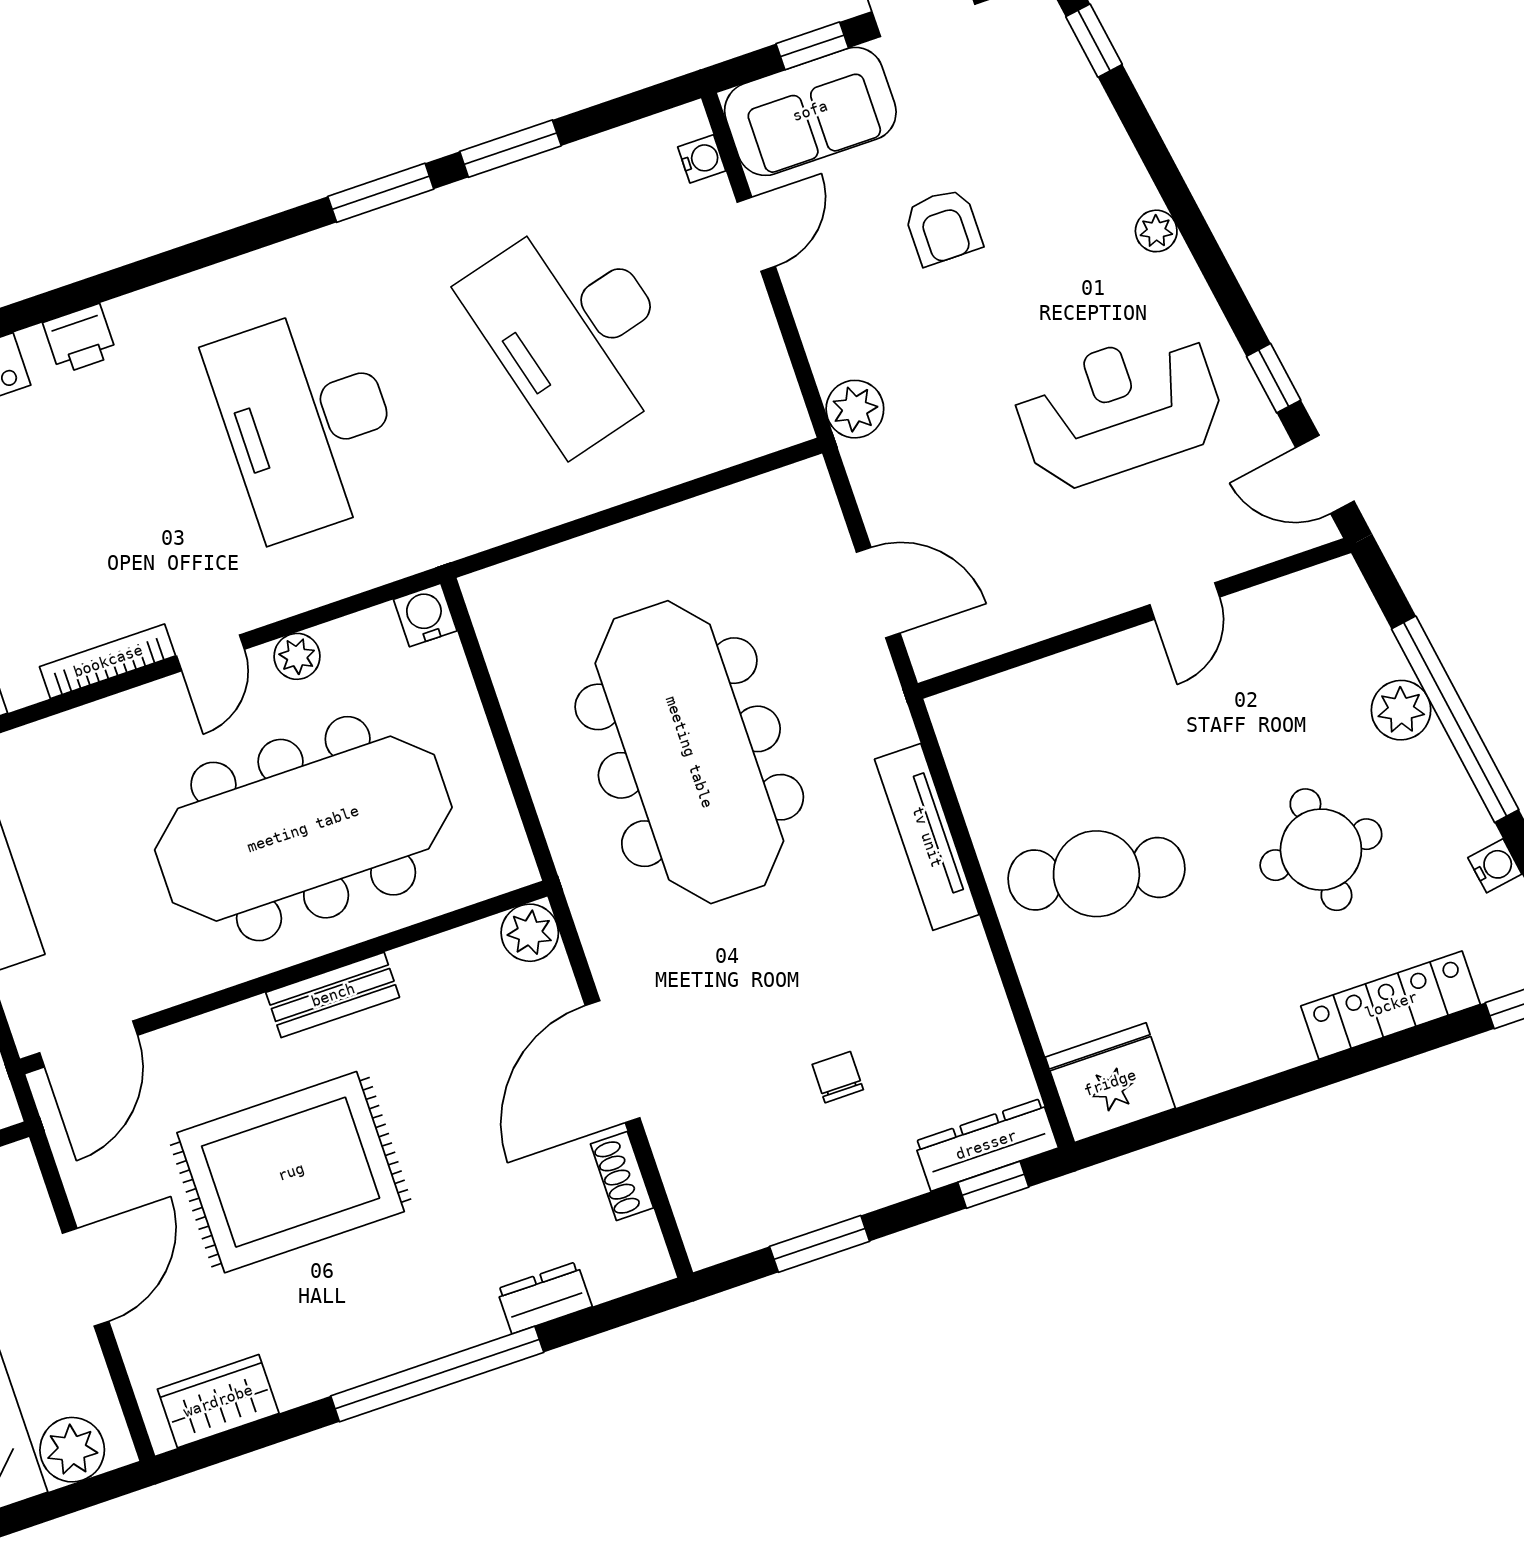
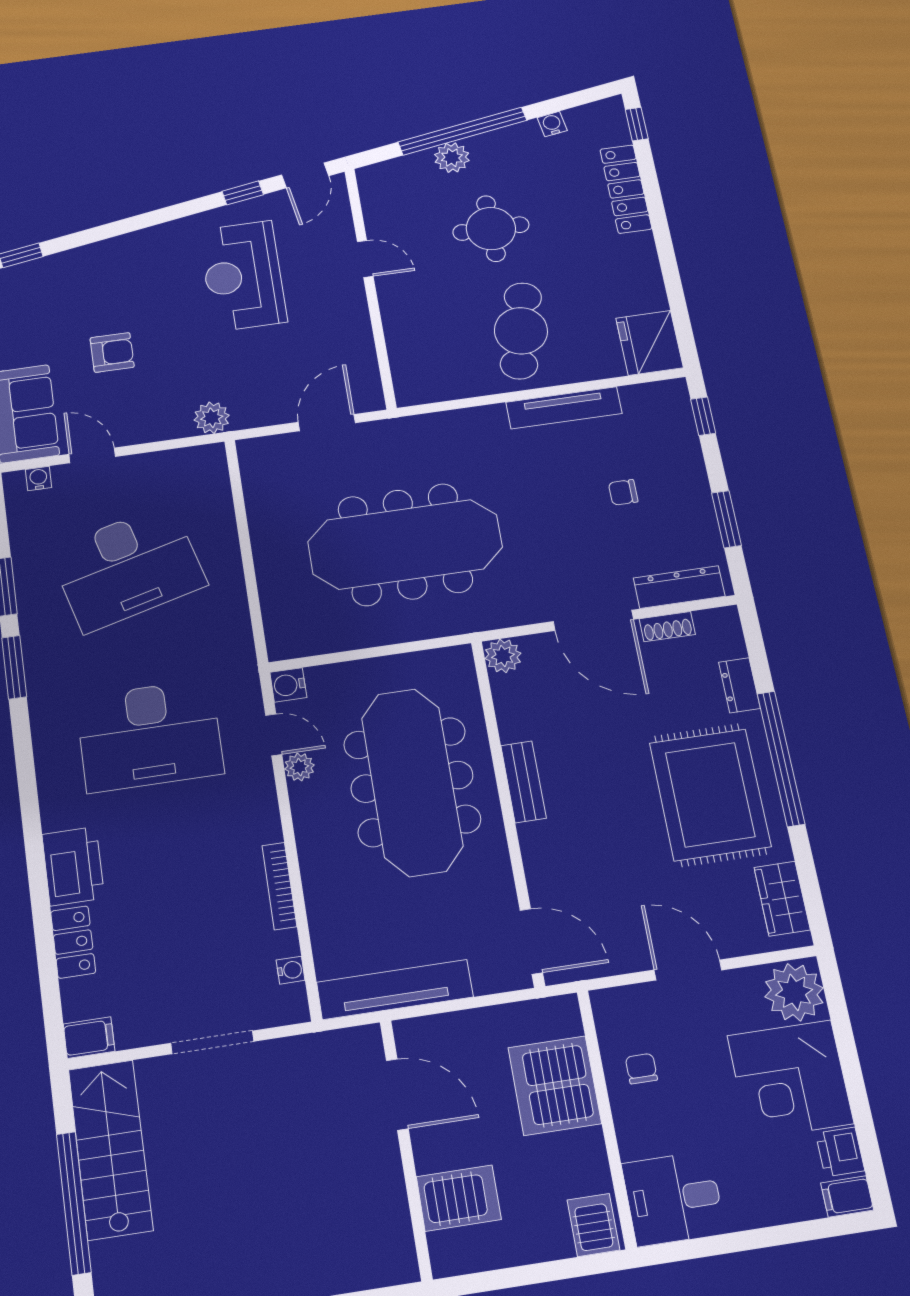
plant: (1156, 231) -> (142, 240), removed
printer: (80, 339) -> (73, 866), width x1.87, depth x1.48
door: (211, 653) -> (274, 735), moved
tv unit: (927, 837) -> (564, 408), moved
round table: (1321, 850) -> (491, 229), moved
dresser: (986, 1145) -> (679, 587), moved, turned 90
rug: (291, 1172) -> (710, 795), moved
plant: (72, 1450) -> (794, 992), width x1.36, depth x1.36

